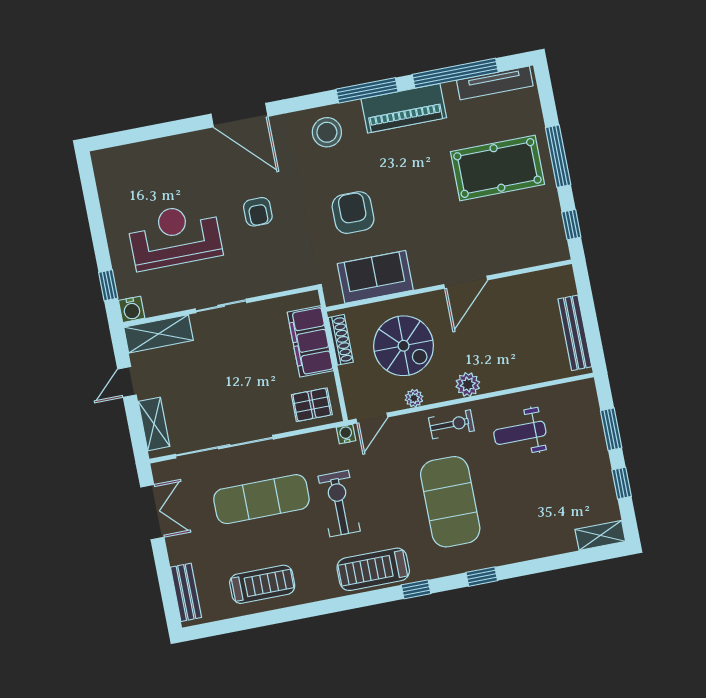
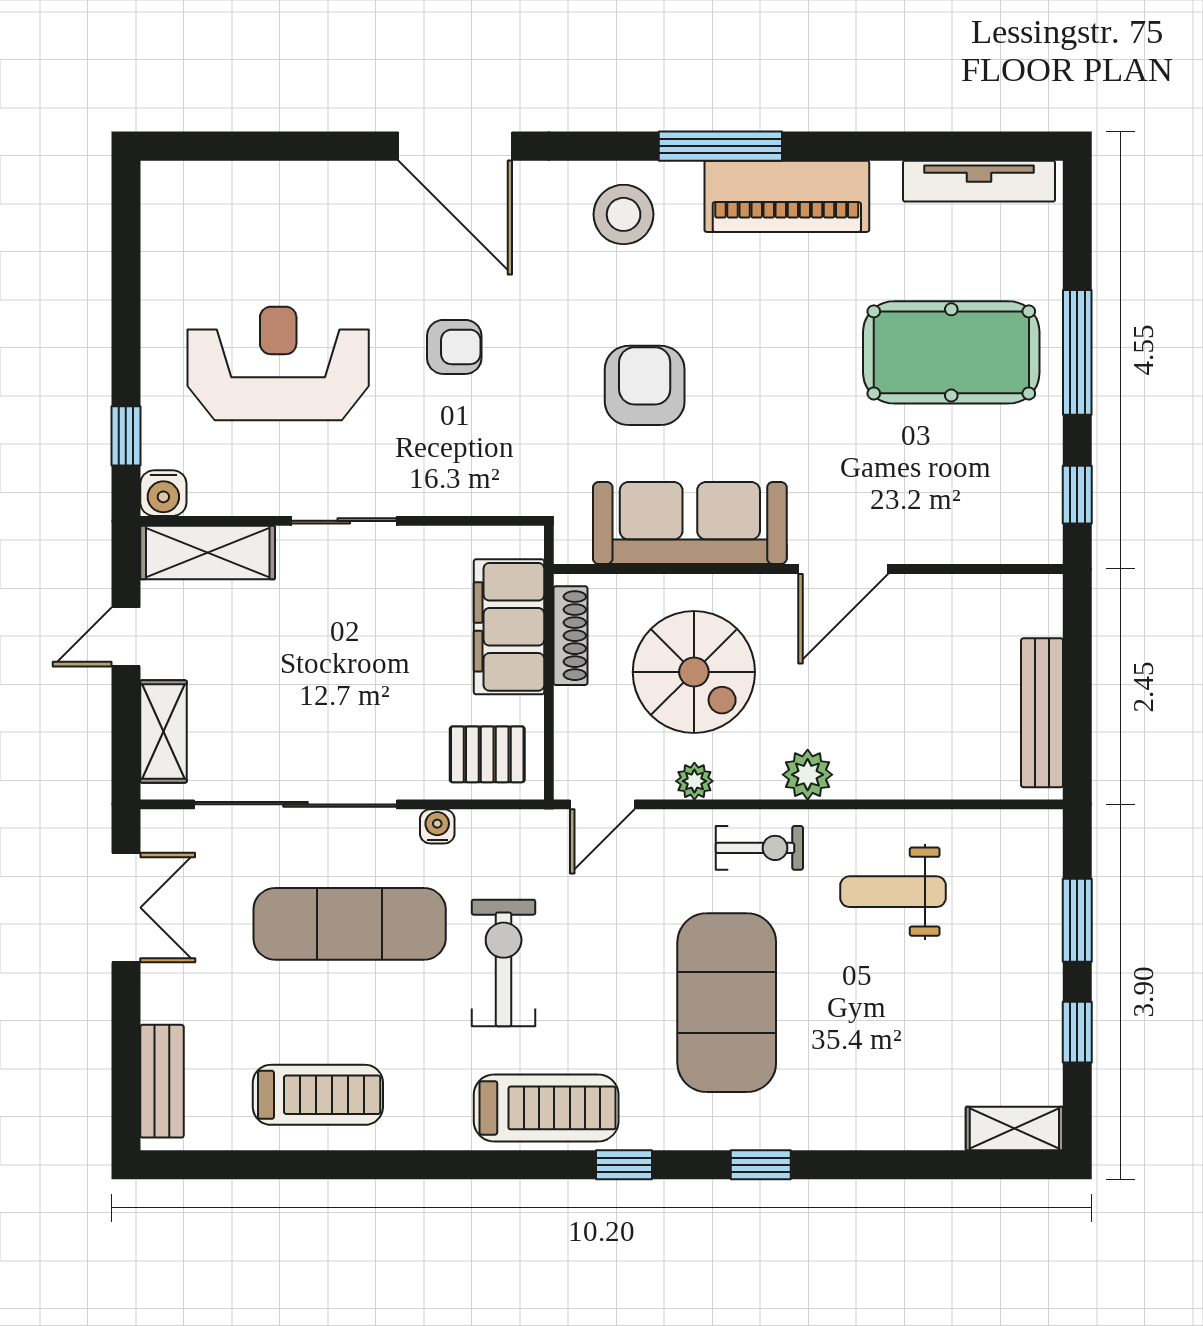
window: (455, 73) -> (904, 146), removed
armchair: (258, 212) -> (454, 347), turned -90
sofa: (375, 277) -> (690, 523), width x1.36
water cooler: (346, 434) -> (437, 826), moved
treadmill: (373, 569) -> (546, 1108), turned 180

